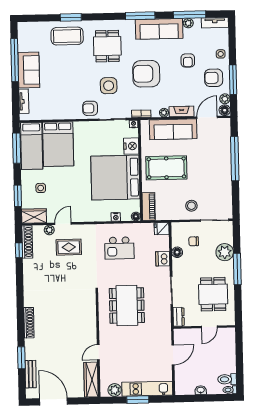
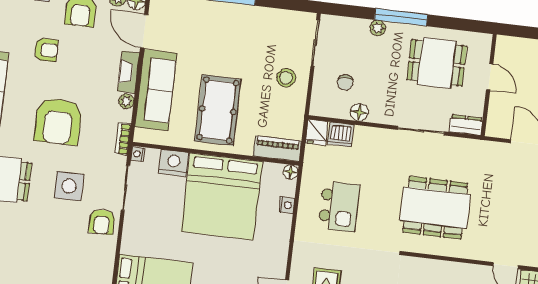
plant: (225, 252) -> (378, 28), width x0.53, depth x0.53
dishwasher: (163, 259) -> (341, 134), moved

